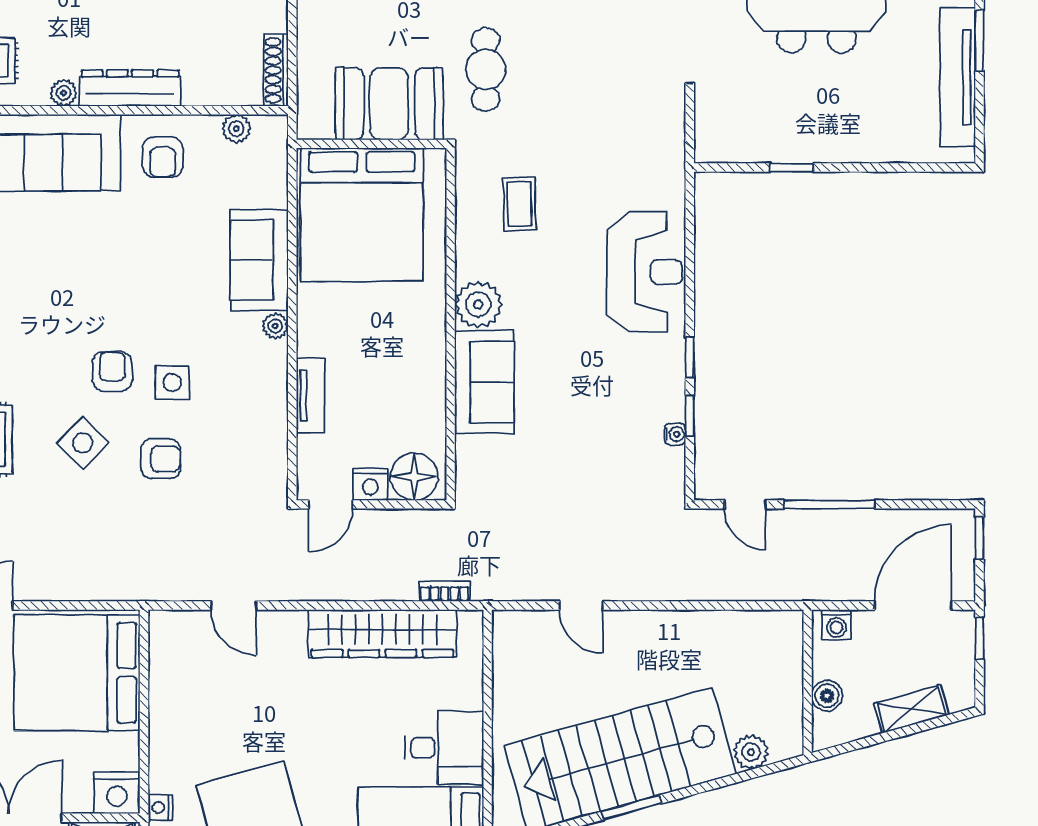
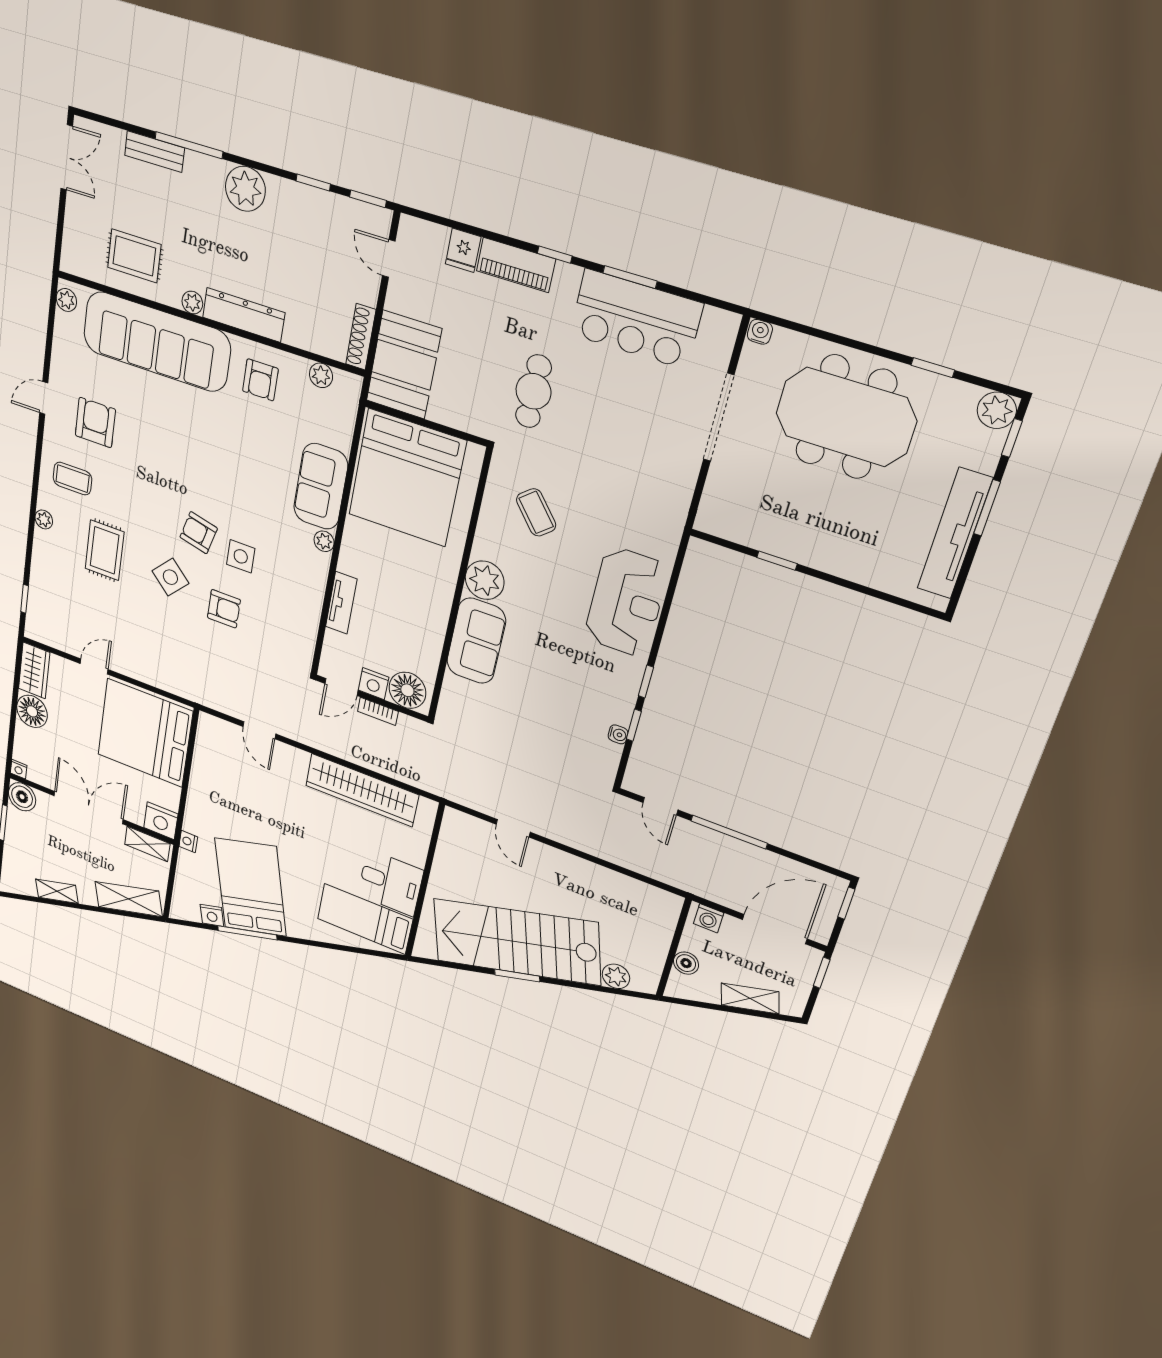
booth: (389, 104) -> (404, 365), moved, turned 90
coffee table: (519, 204) -> (536, 512), turned -39
armchair: (112, 371) -> (199, 533), turned -76
bookcase: (444, 591) -> (378, 711), moved, turned 180

